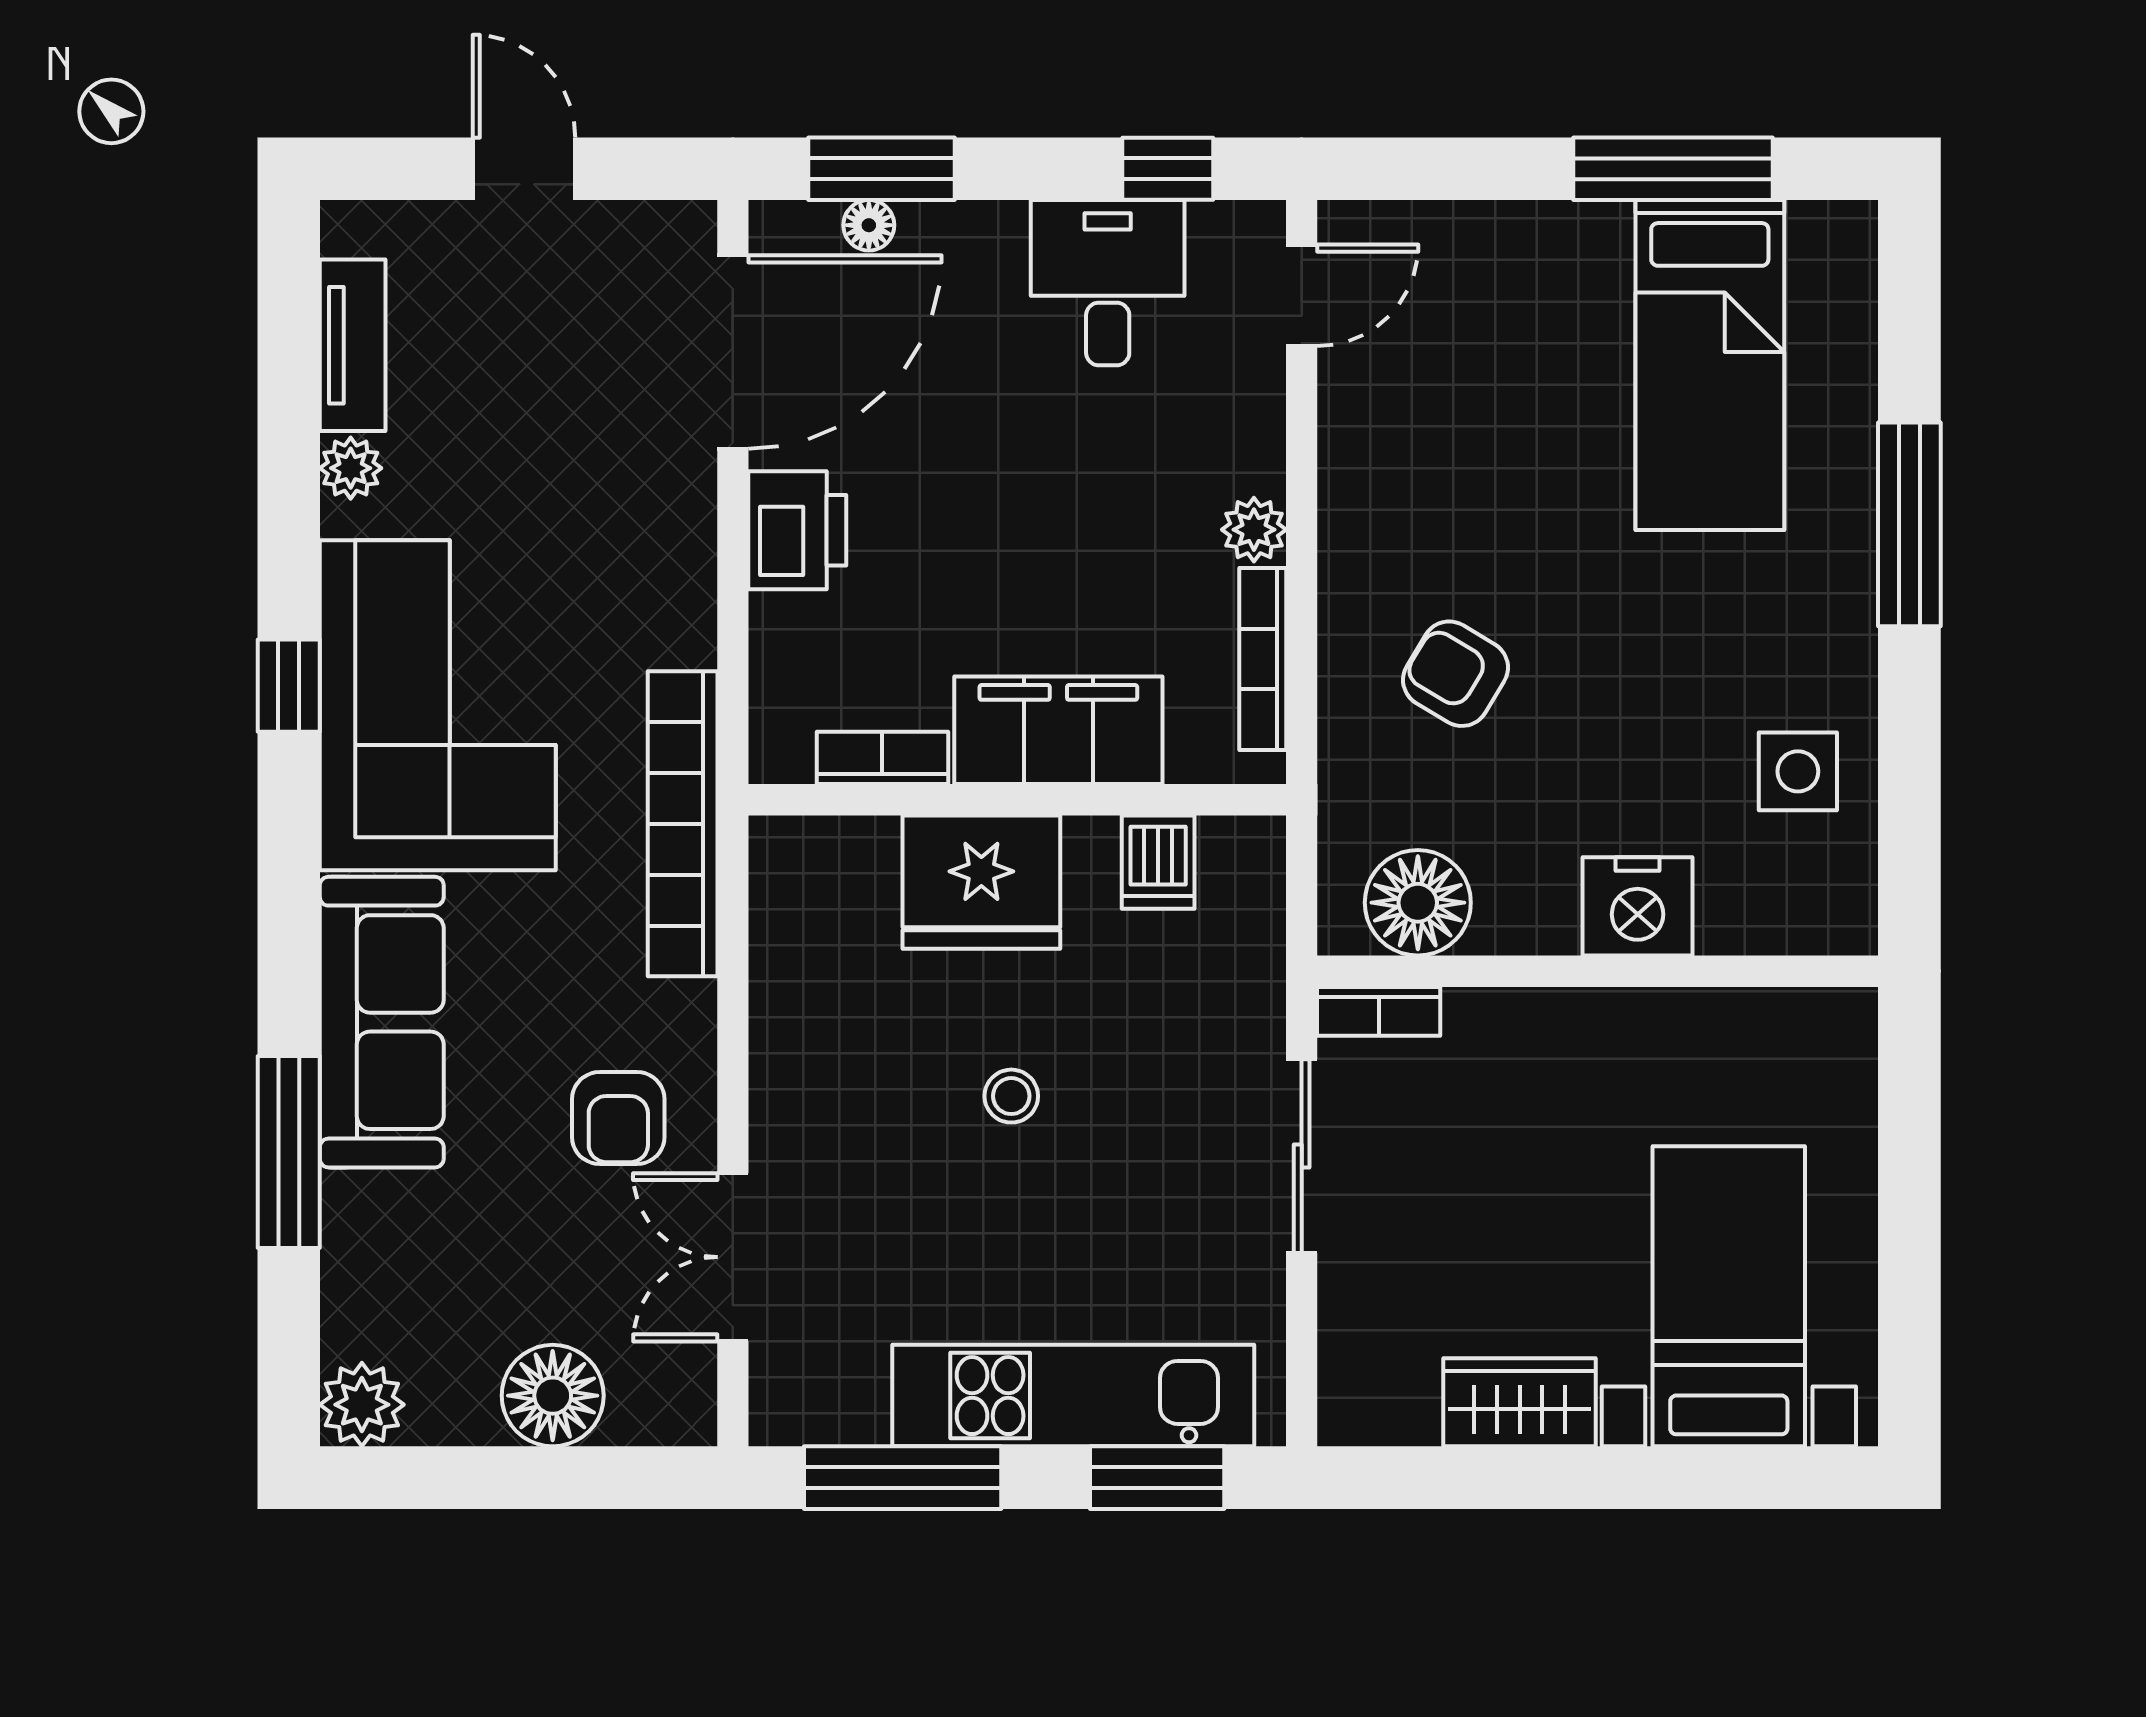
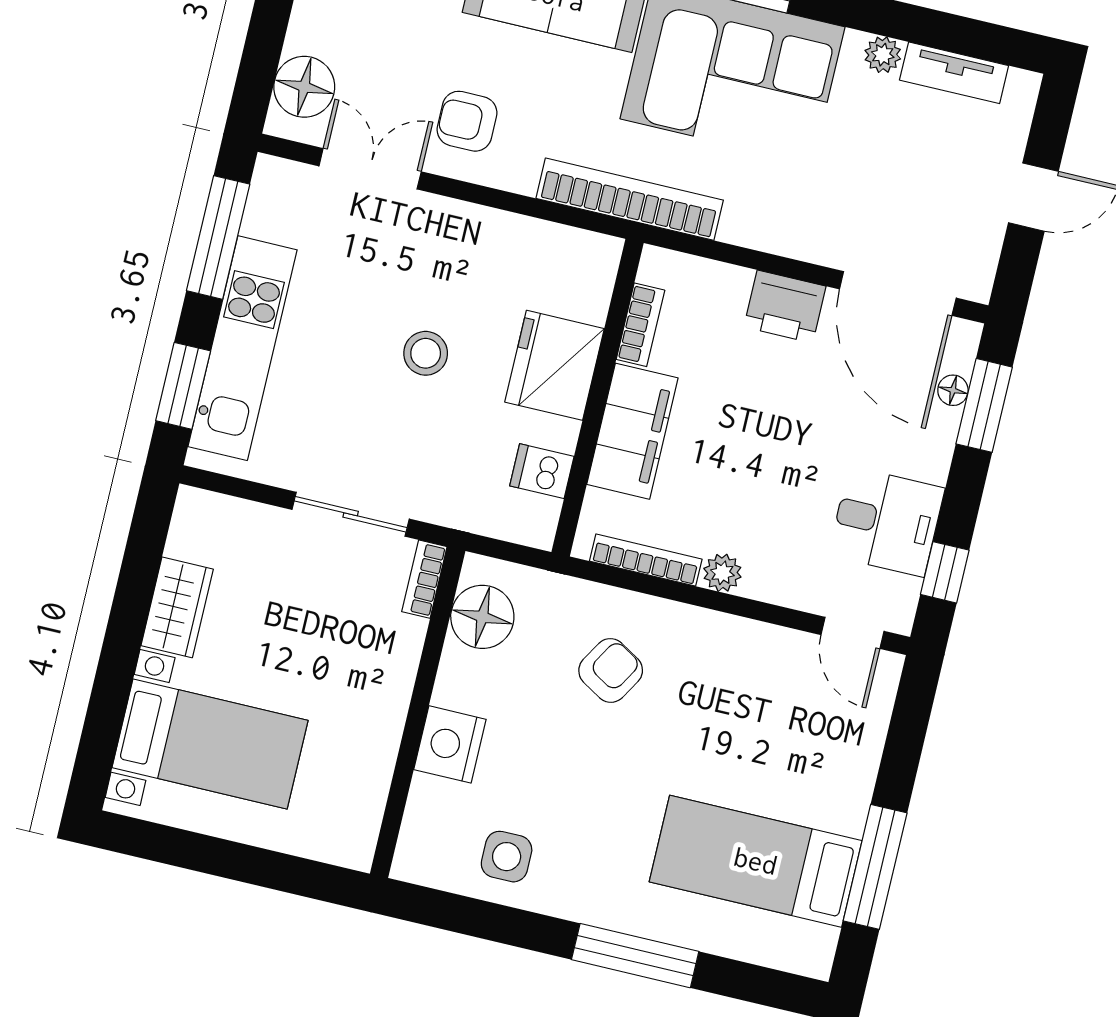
stool: (1011, 1096) -> (426, 353), width x1.37, depth x1.37
floor lamp: (553, 1396) -> (304, 87), moved

